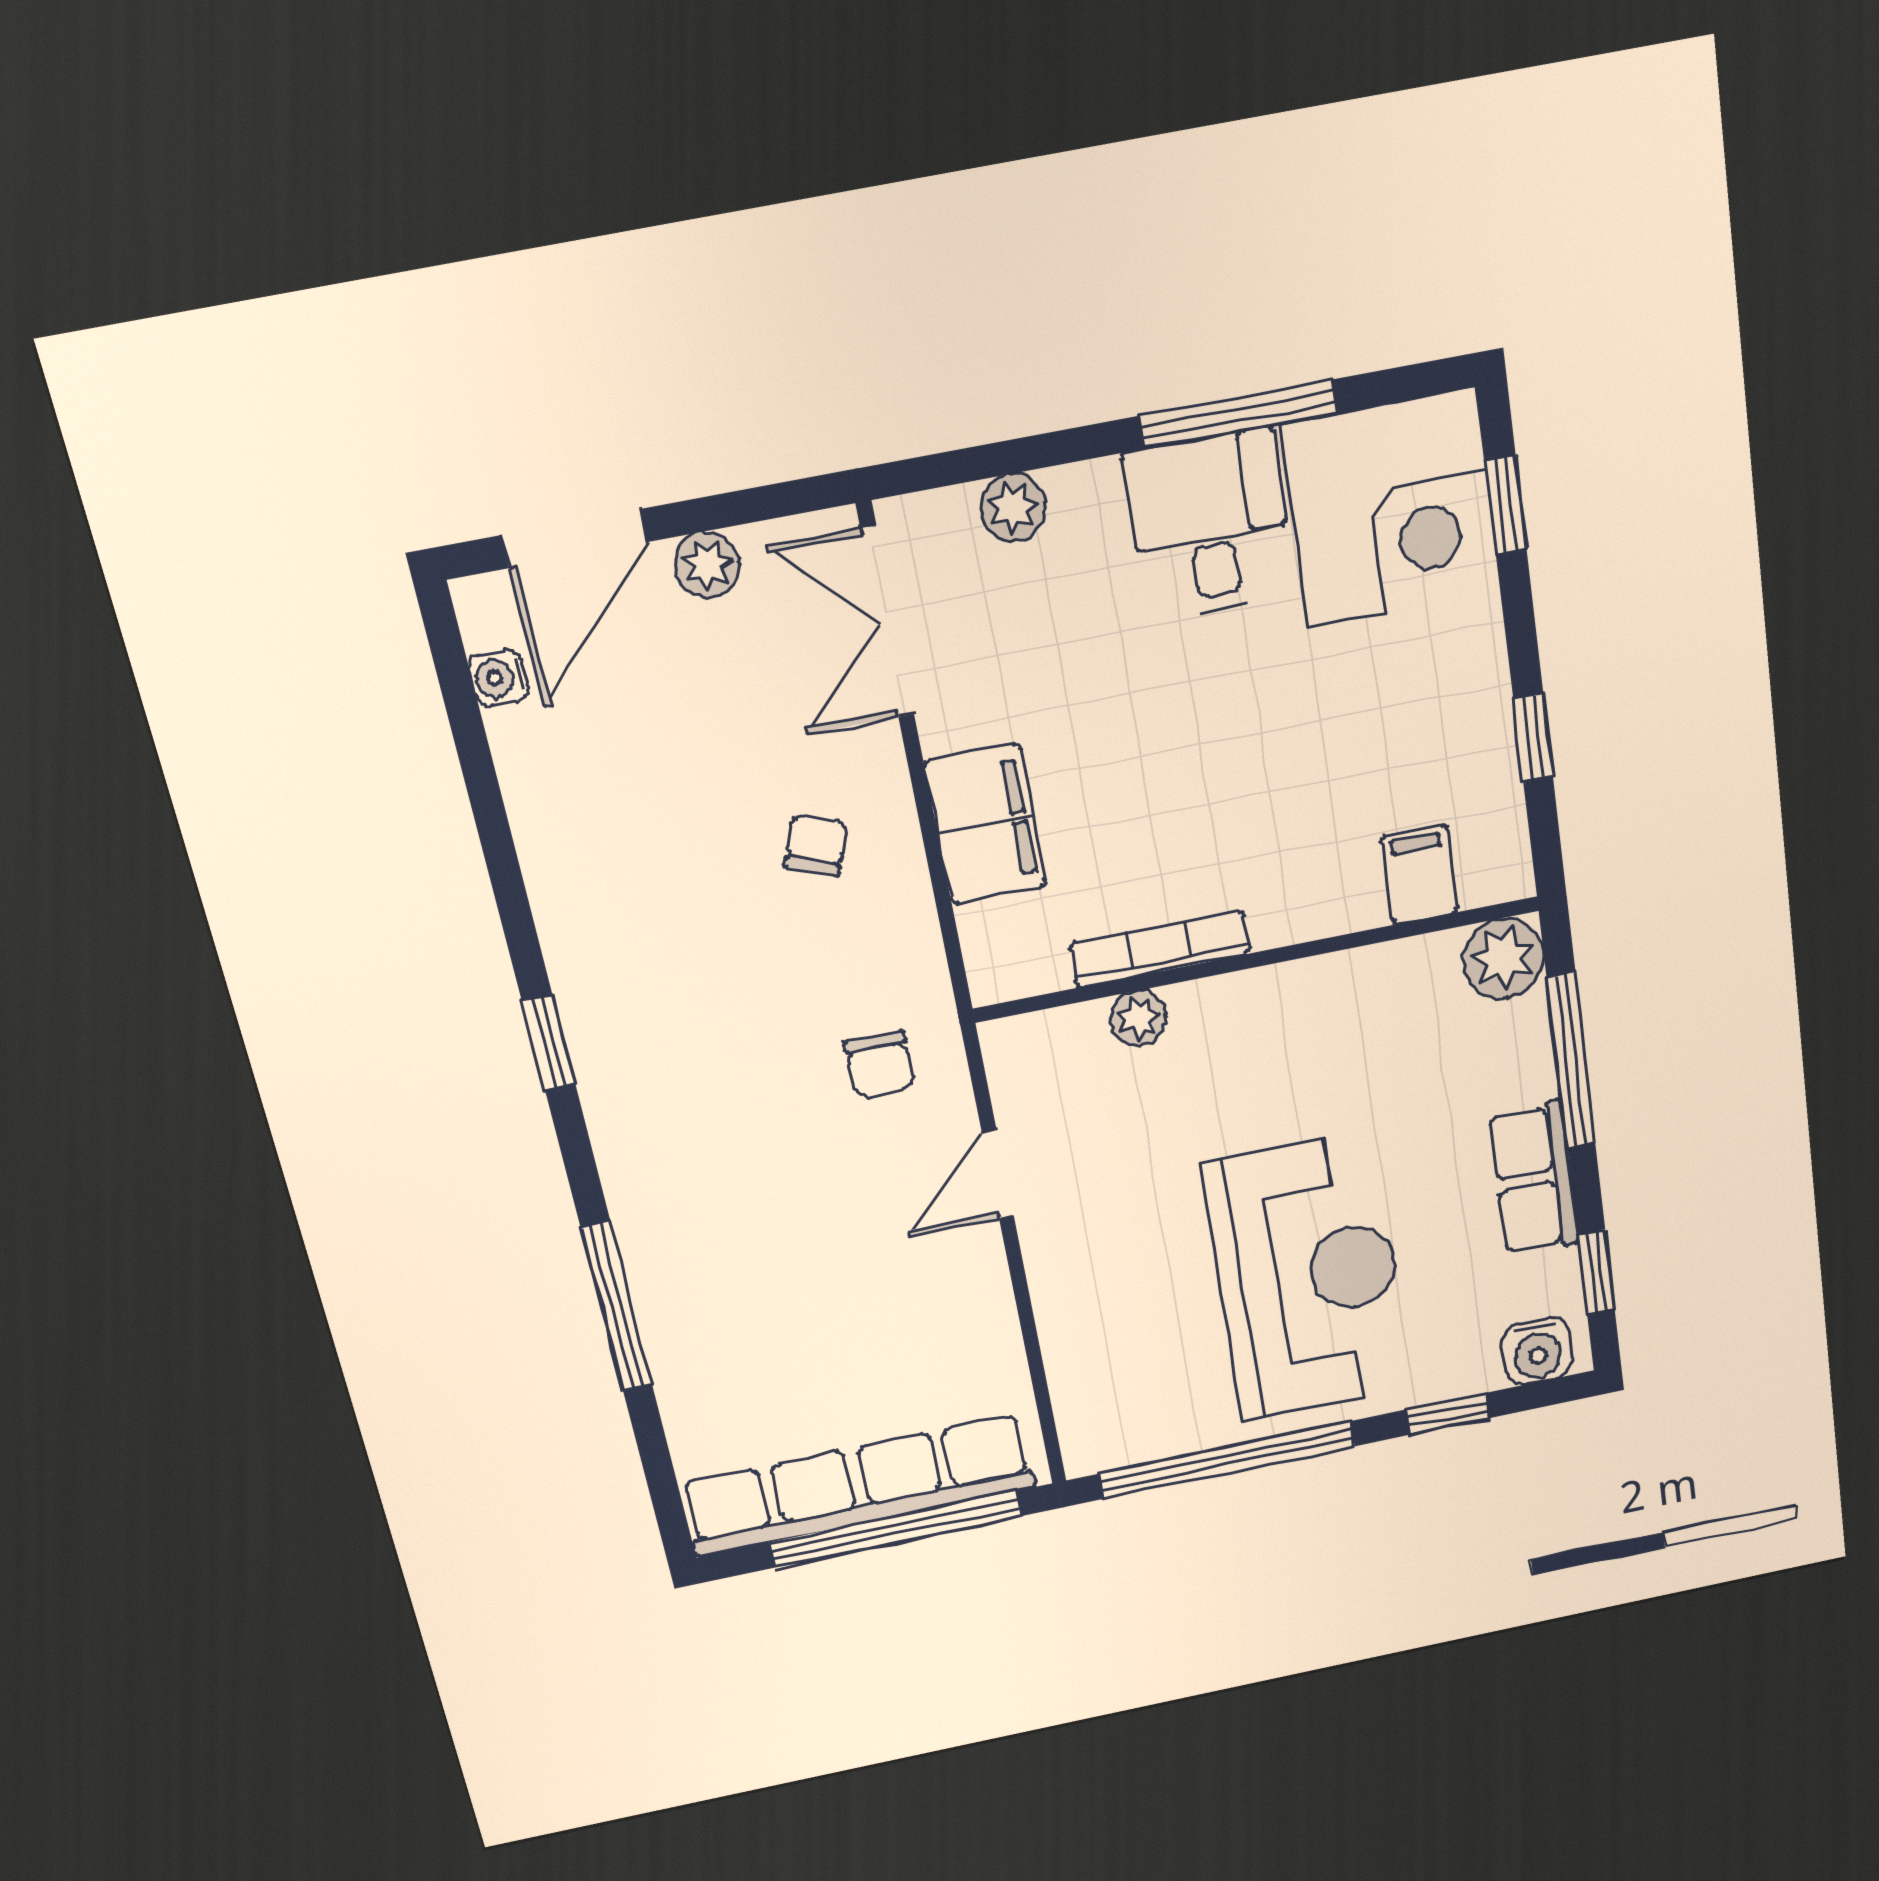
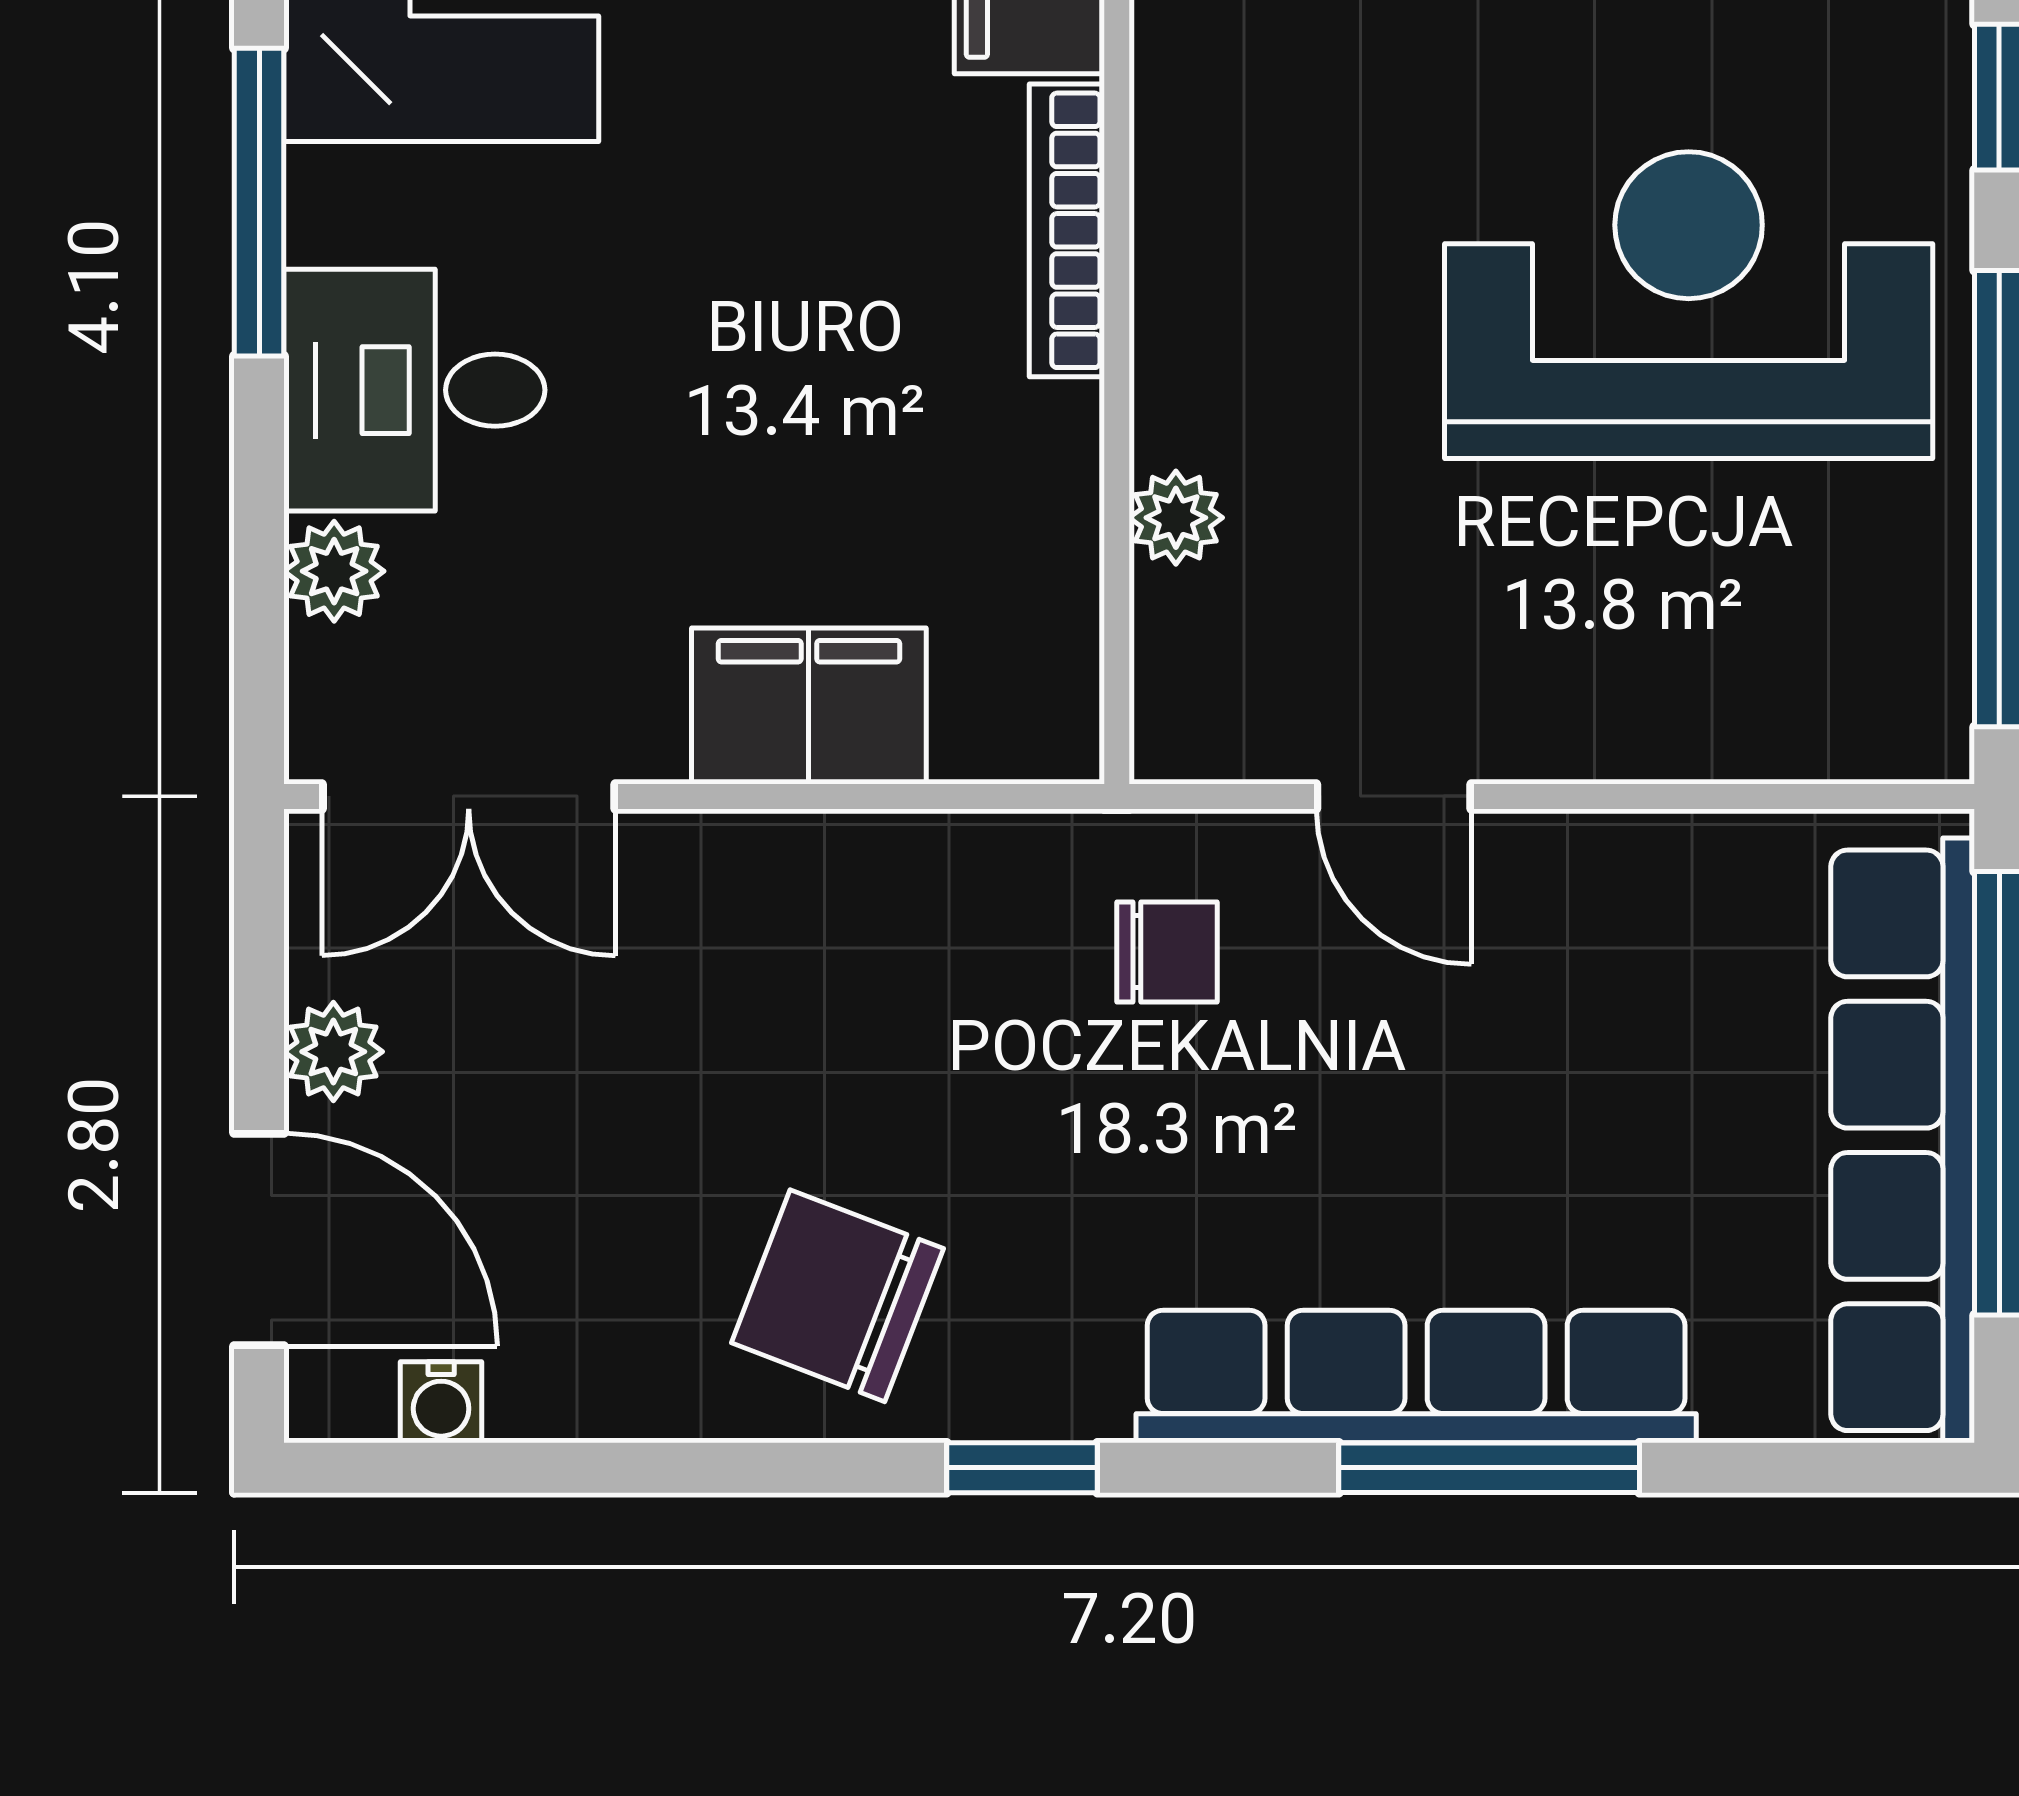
desk: (1210, 525) -> (414, 390), moved
chair: (816, 845) -> (837, 1296), moved, width x1.87, depth x1.87
bookcase: (1160, 949) -> (1067, 230), moved
row of seats: (660, 1255) -> (1416, 1376), added

